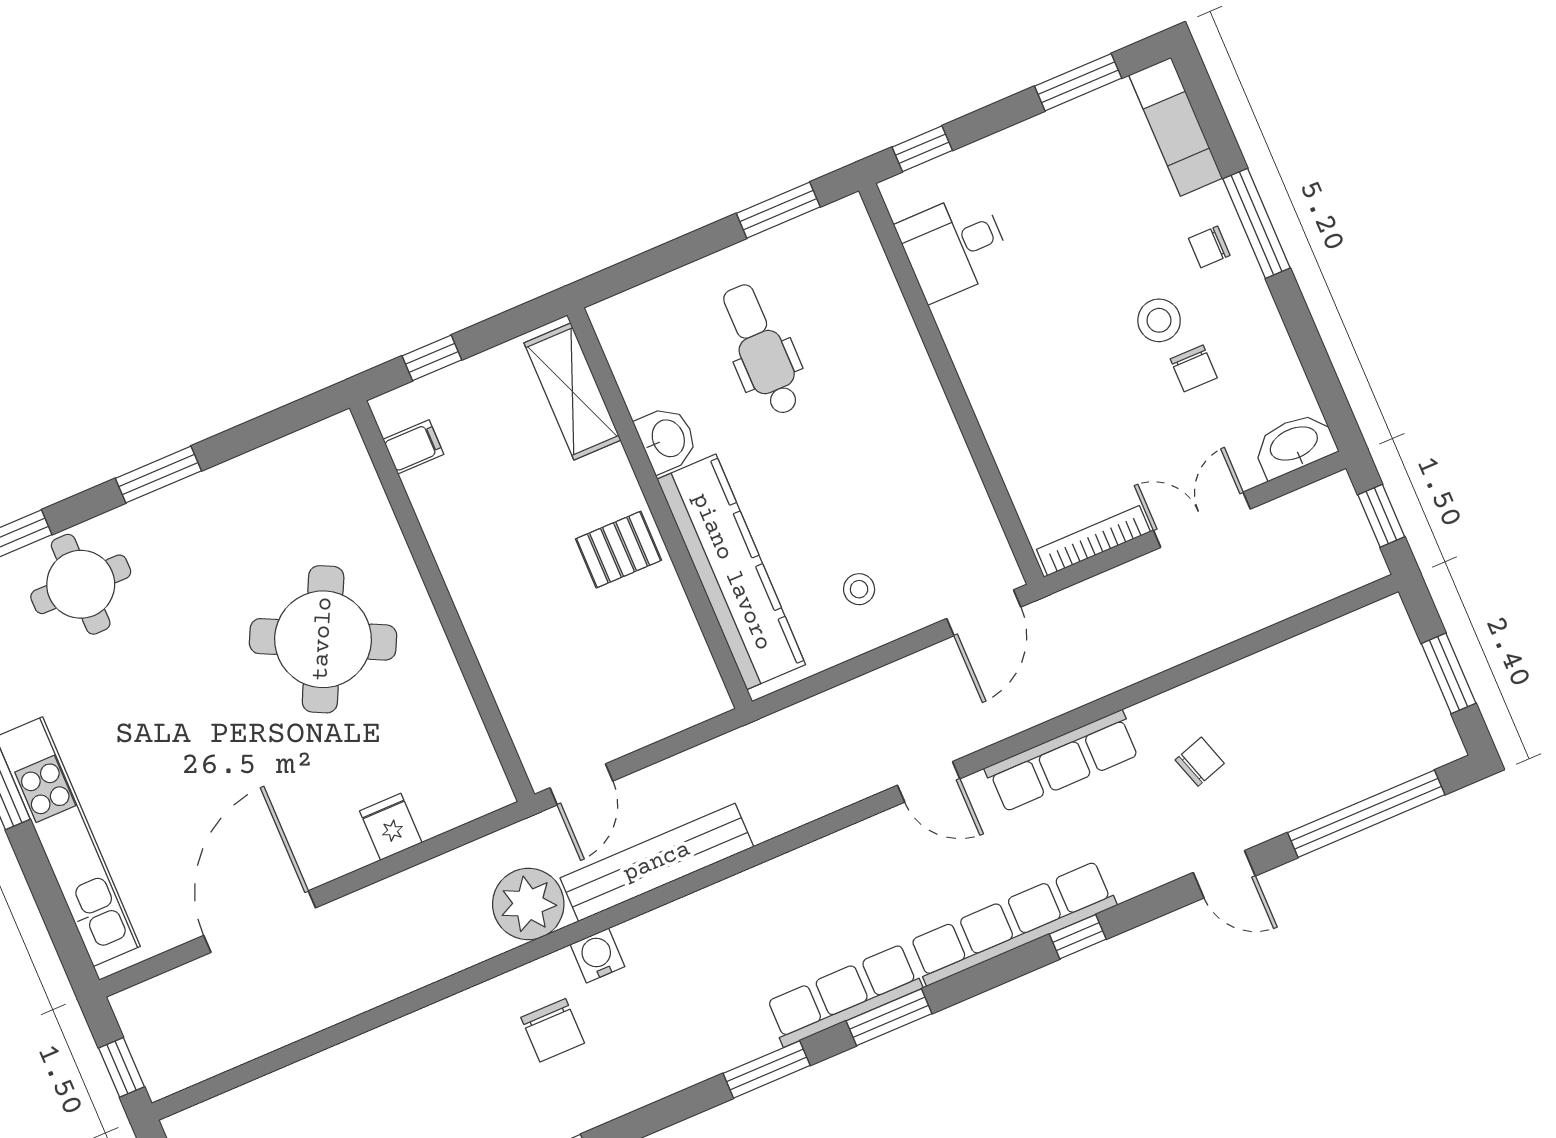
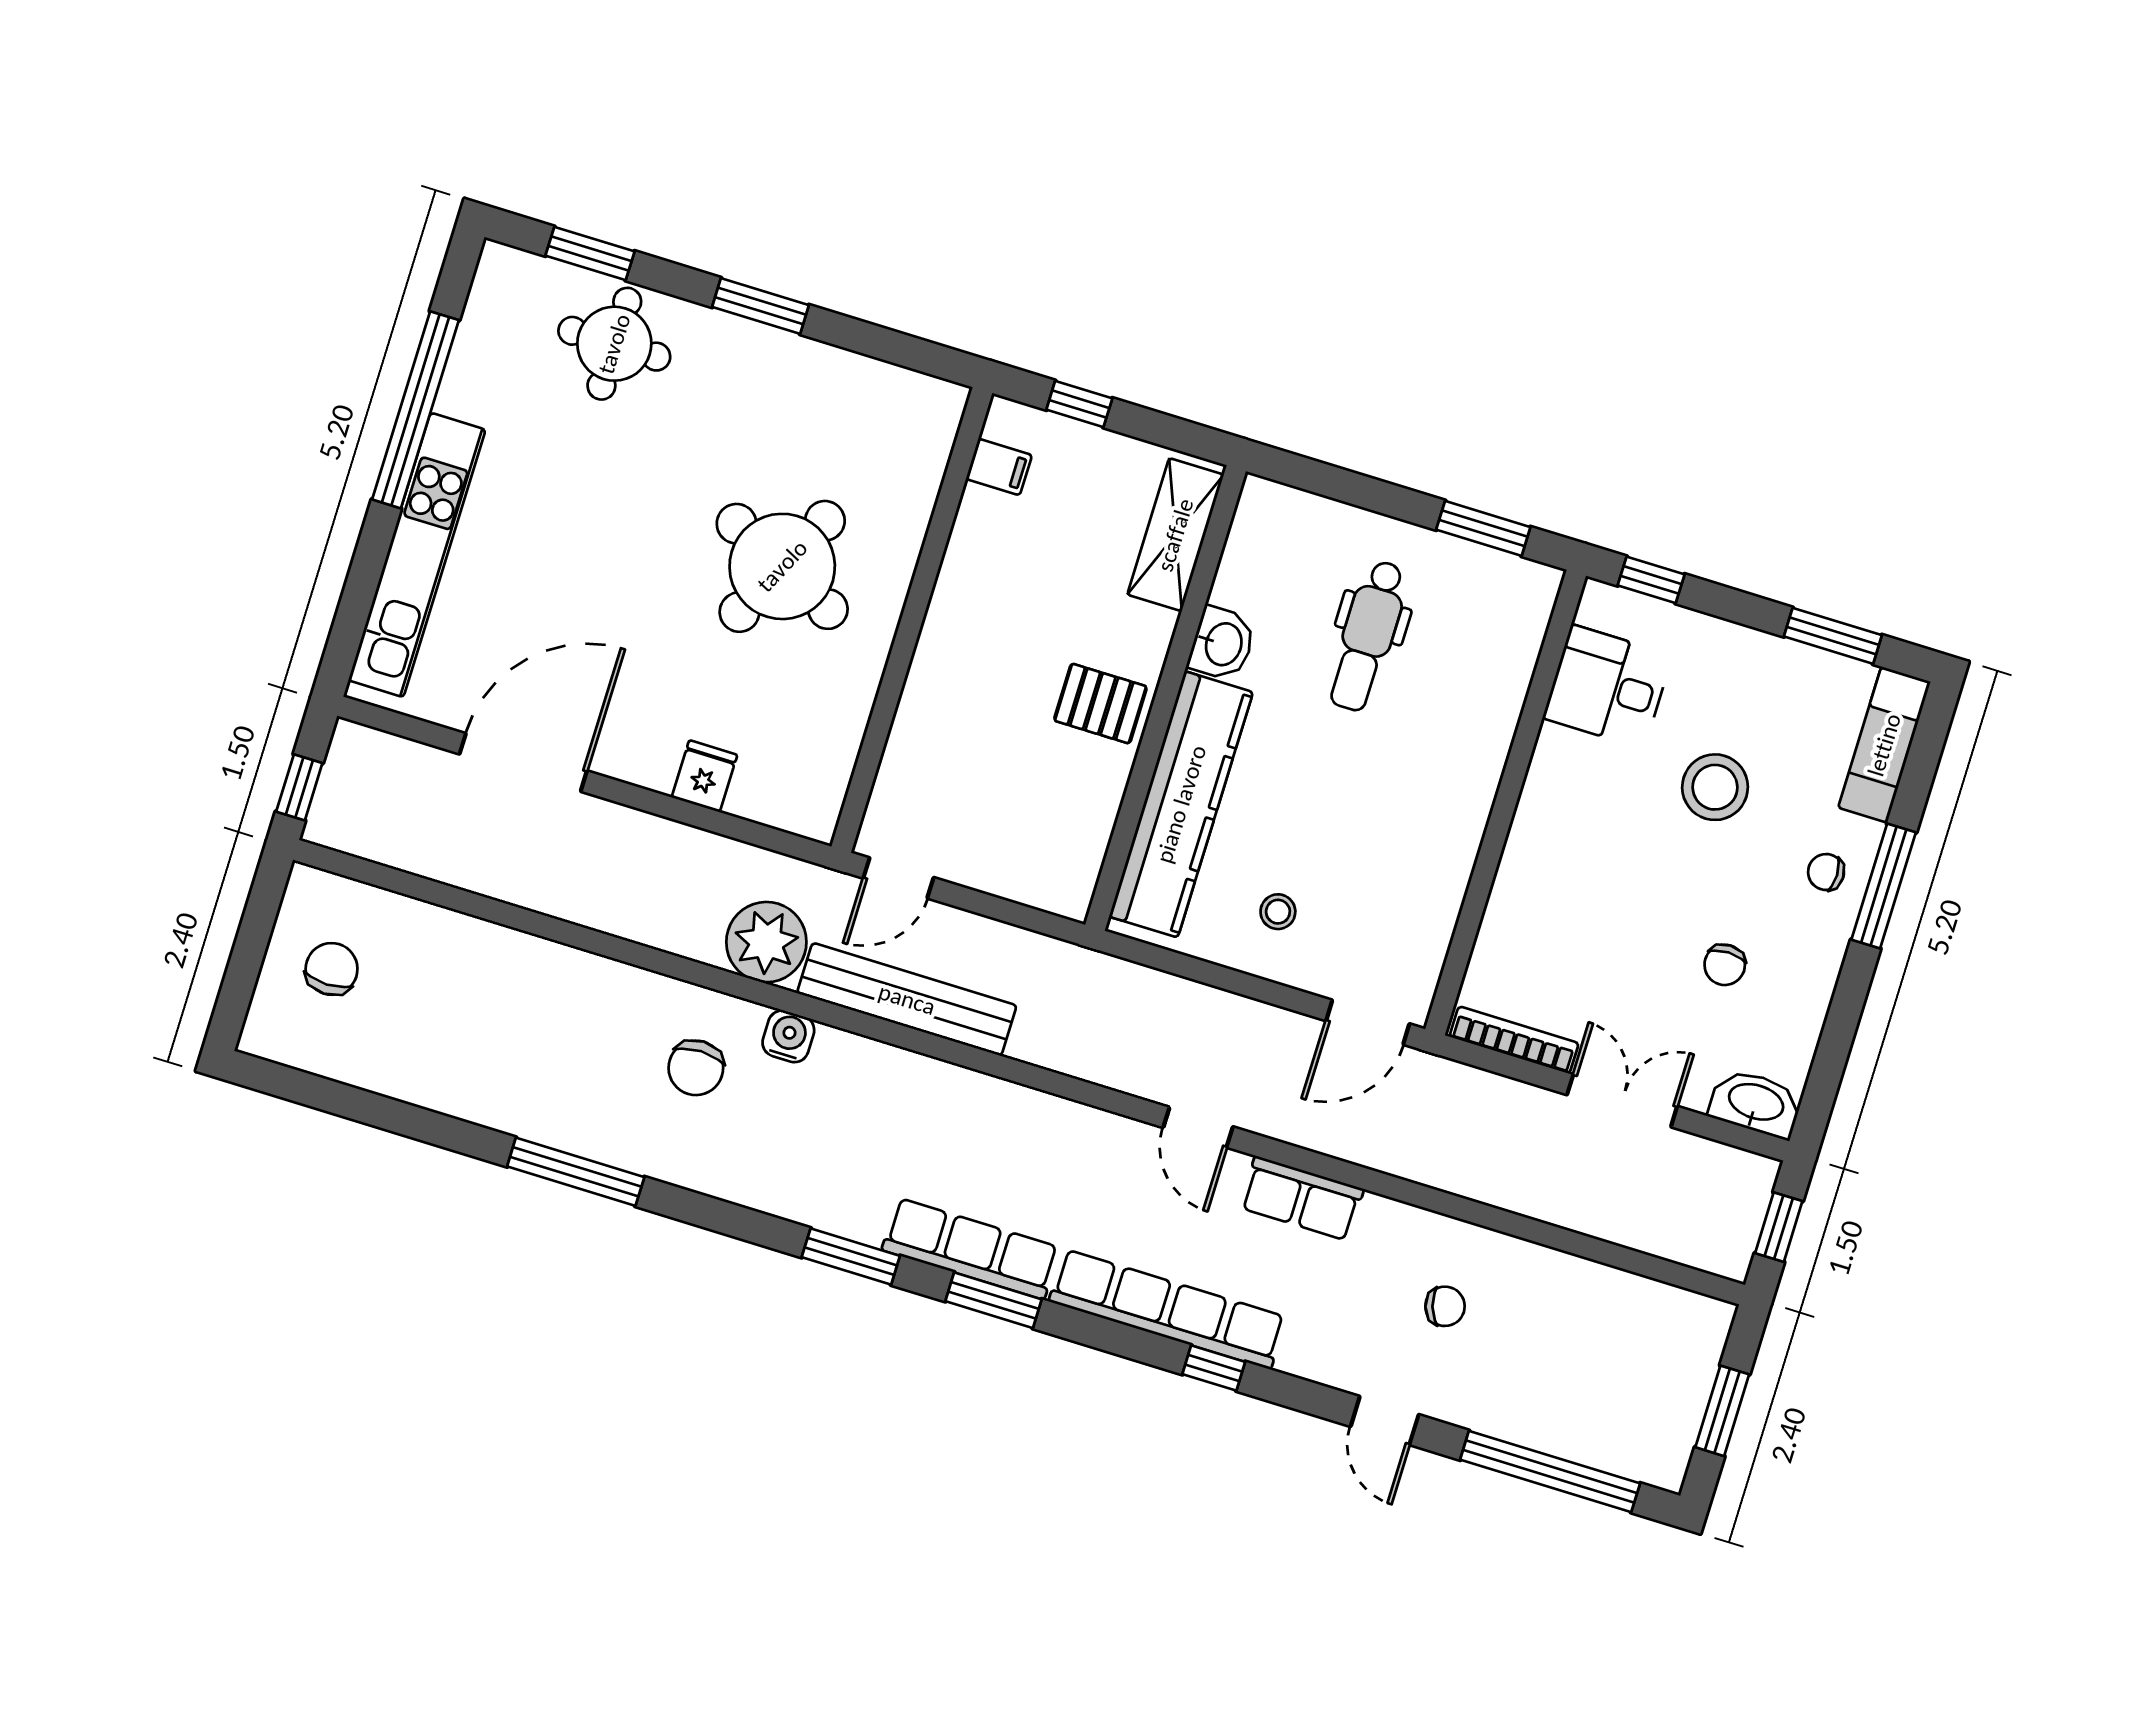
stool: (1159, 320) -> (1715, 787), moved, width x1.38, depth x1.38
dental chair: (761, 350) -> (1368, 636), turned 180
row of seats: (1062, 761) -> (1302, 1198), width x0.68

